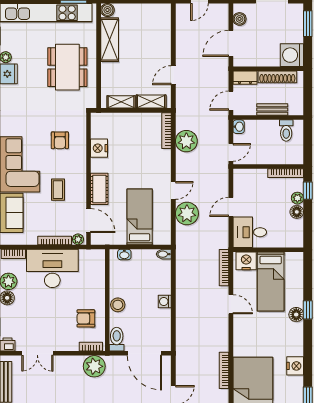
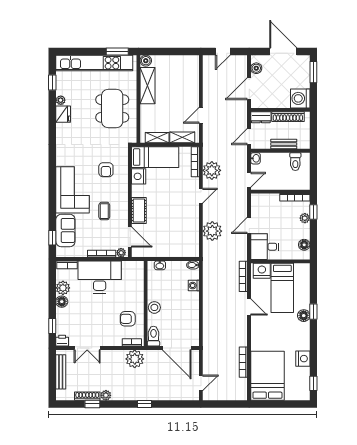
door: (173, 190) -> (201, 196), moved
floor lamp: (297, 212) -> (304, 245), moved
bed: (140, 217) -> (155, 157), moved, turned 90
washing machine: (165, 301) -> (194, 286), moved

